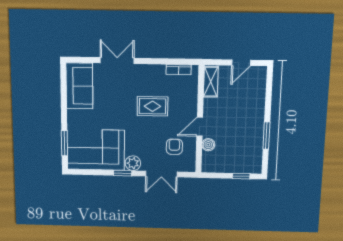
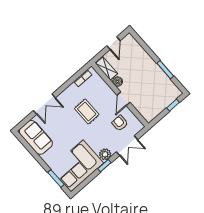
double door: (117, 61) -> (44, 104), swing flipped
rug: (152, 106) -> (87, 111), turned 90
boiler: (208, 145) -> (118, 81), moved

